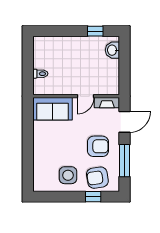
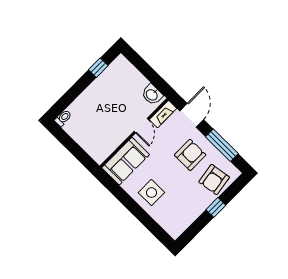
washbasin: (112, 50) -> (152, 95), moved
toilet: (40, 74) -> (63, 118), moved
side table: (68, 175) -> (151, 193), moved
window: (93, 197) -> (216, 207), moved

